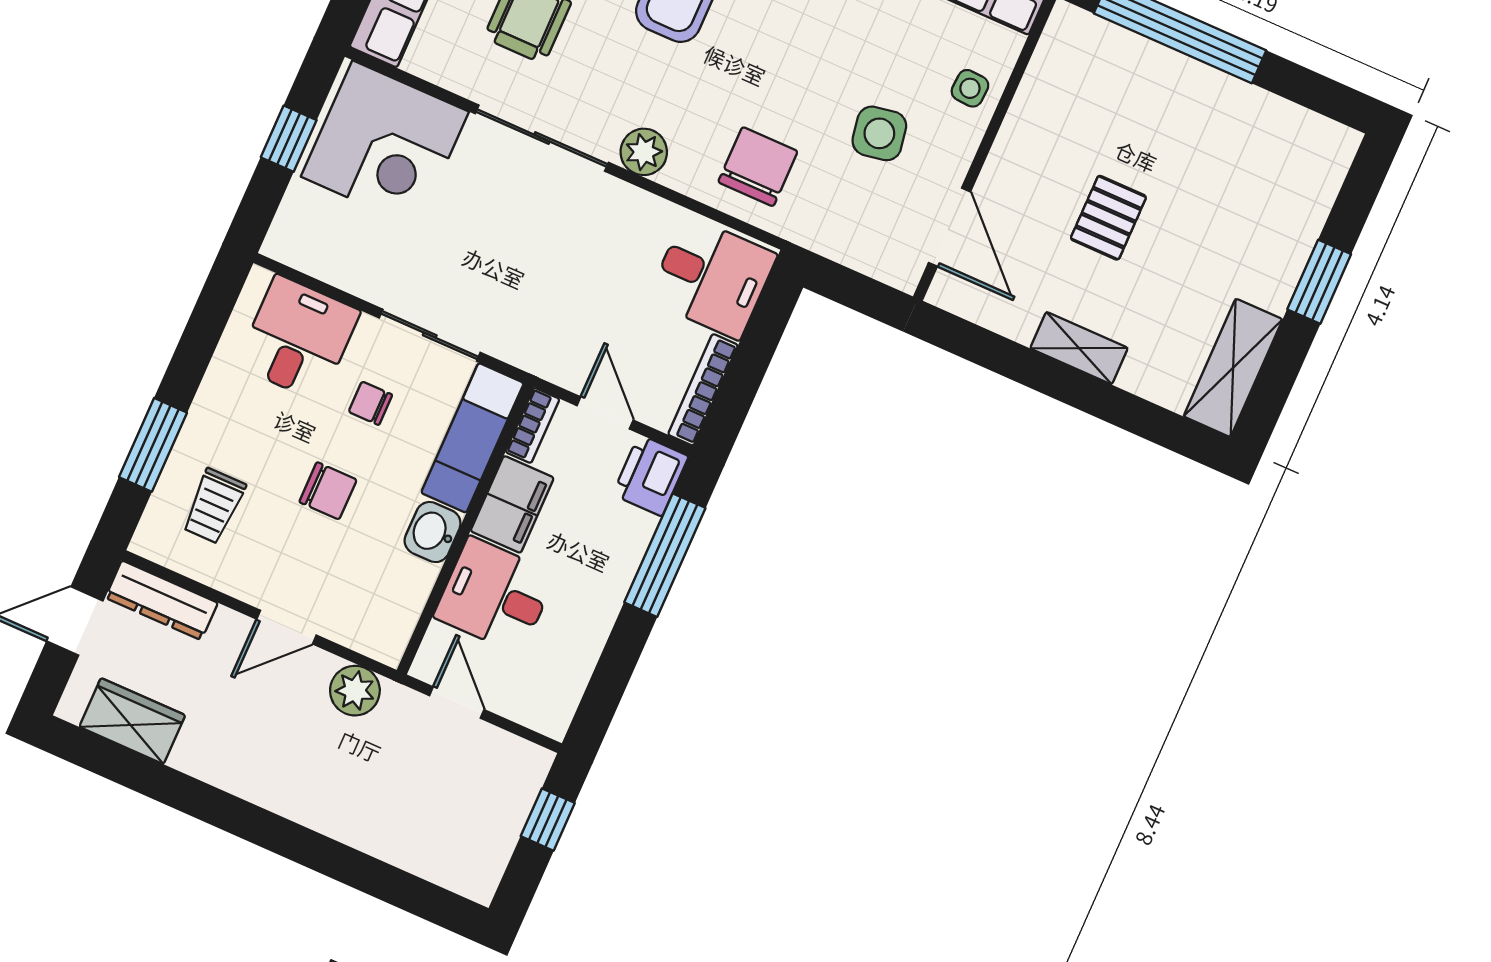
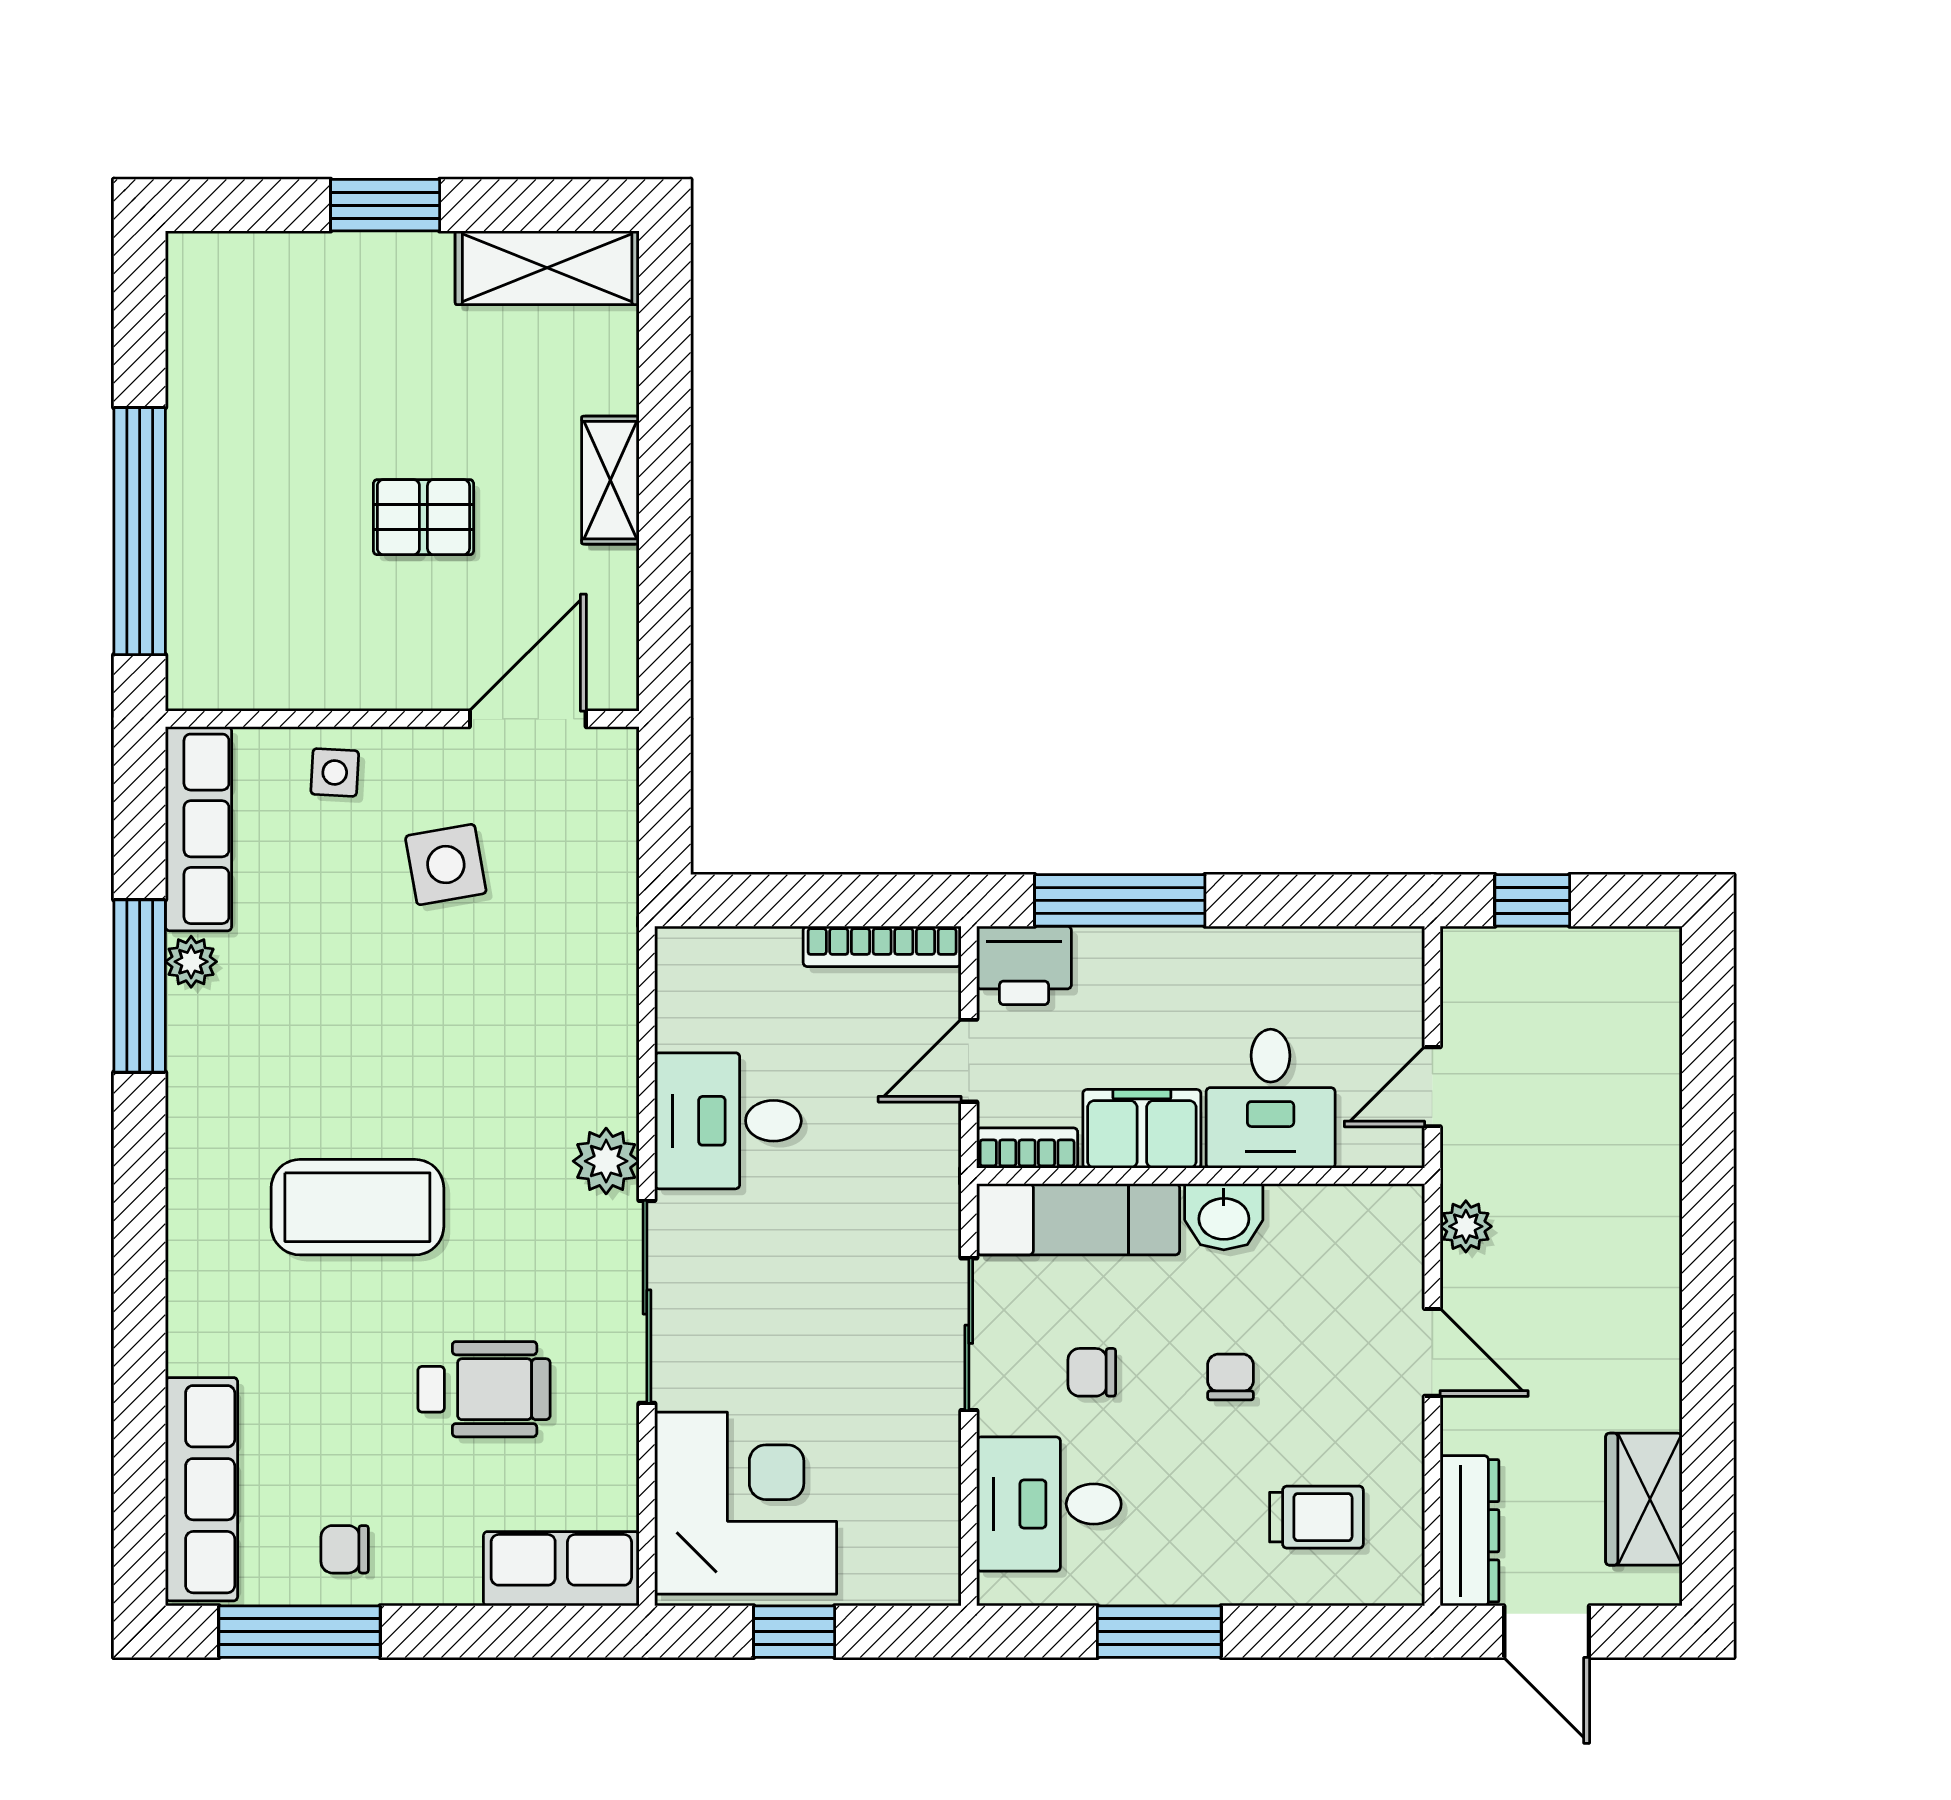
chair: (758, 167) -> (559, 1004), removed
desk: (712, 277) -> (728, 1121), moved, turned -90
chair: (370, 403) -> (1092, 1372), turned 90
window: (153, 445) -> (1159, 1632), moved
chair: (328, 491) -> (1231, 1377), width x0.73, depth x0.73
plant: (355, 691) -> (1466, 1226), width x0.73, depth x0.73

